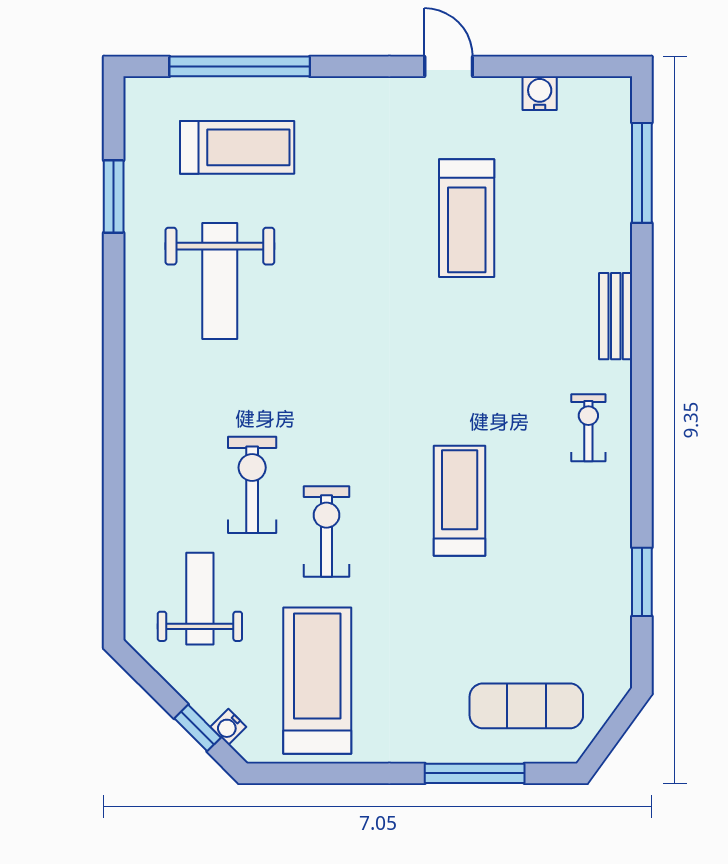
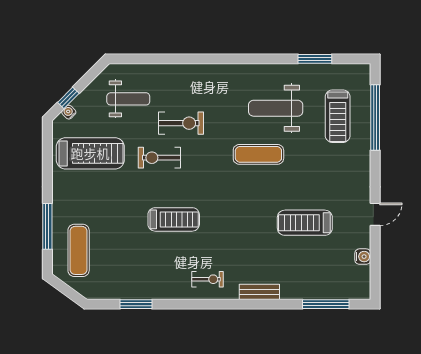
exercise mat: (319, 318) -> (258, 154), added
exercise bike: (326, 531) -> (159, 158), turned 180

